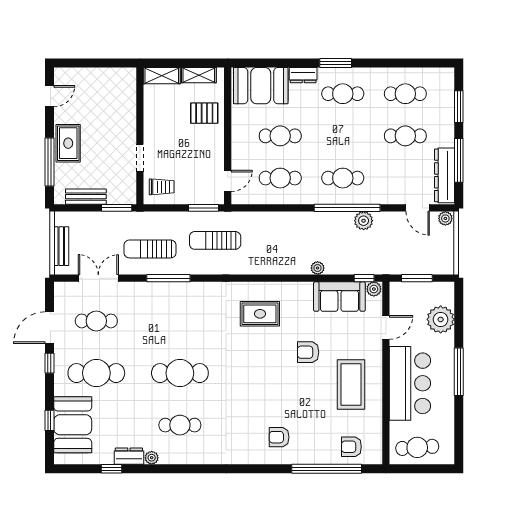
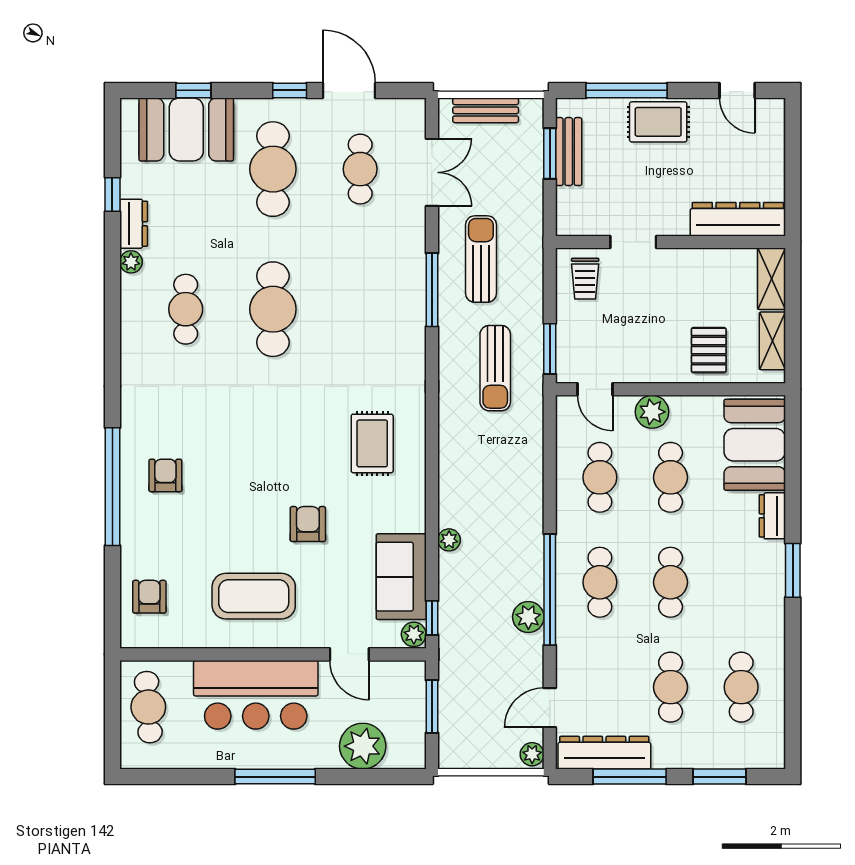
cafe table: (343, 94) -> (671, 582), moved
dresser: (126, 96) -> (738, 219), added
plant: (241, 147) -> (652, 412), added
window: (117, 208) -> (550, 153), moved
sun lounger: (215, 240) -> (495, 368), turned 180
window: (327, 469) -> (112, 487), moved

